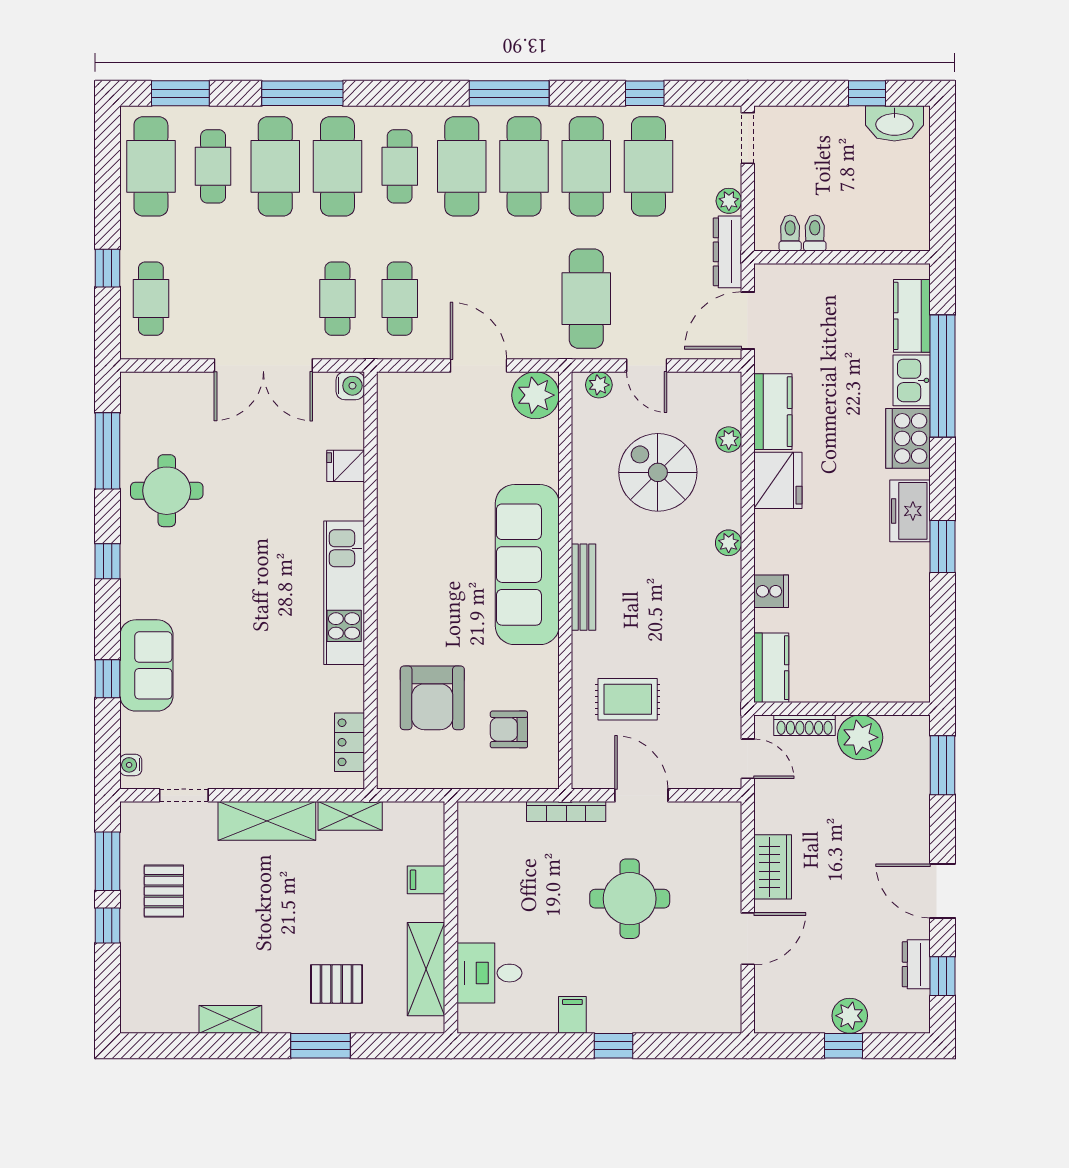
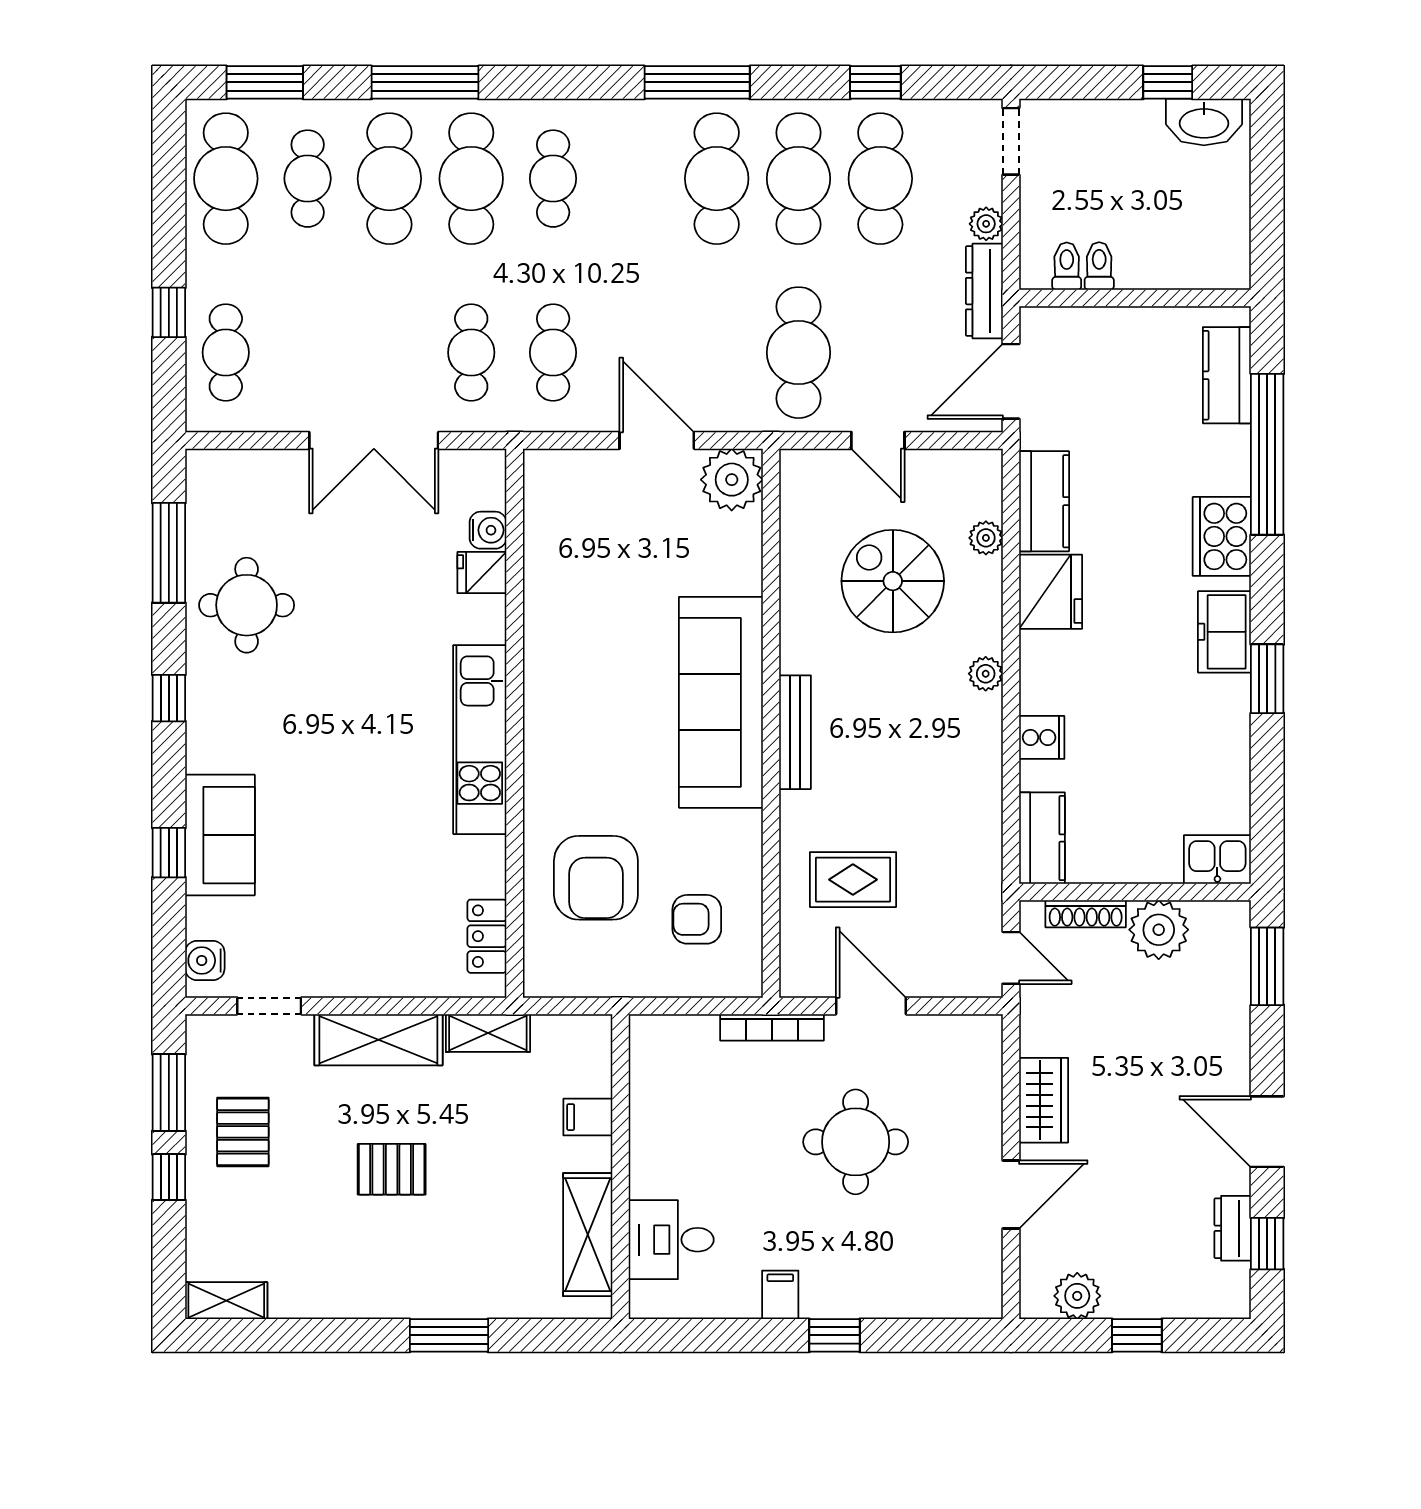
cafe table: (462, 166) -> (635, 179), removed
kitchen sink: (912, 380) -> (1217, 860), moved, turned 90
plant: (599, 385) -> (815, 466), removed
water cooler: (350, 386) -> (488, 530), moved
water cooler: (131, 765) -> (205, 961), width x1.38, depth x1.38
pallet: (337, 984) -> (392, 1169), moved
plant: (850, 1016) -> (1077, 1296), moved
shelving: (230, 1019) -> (226, 1301), moved

